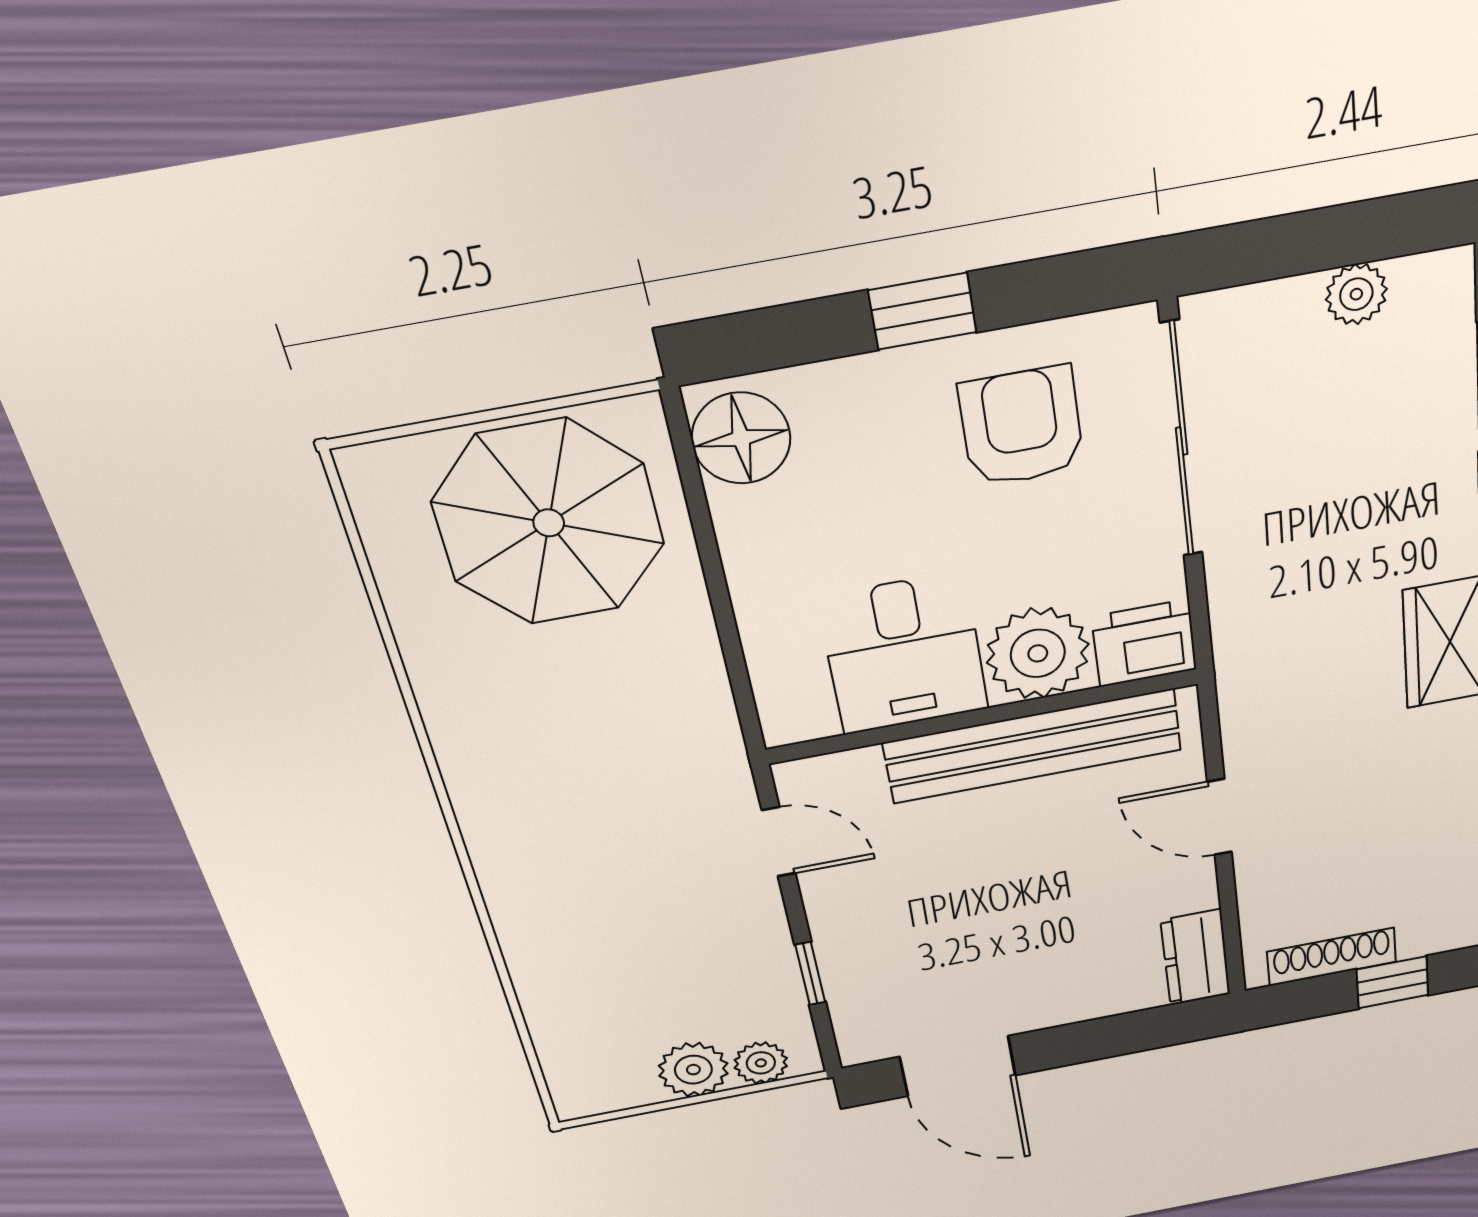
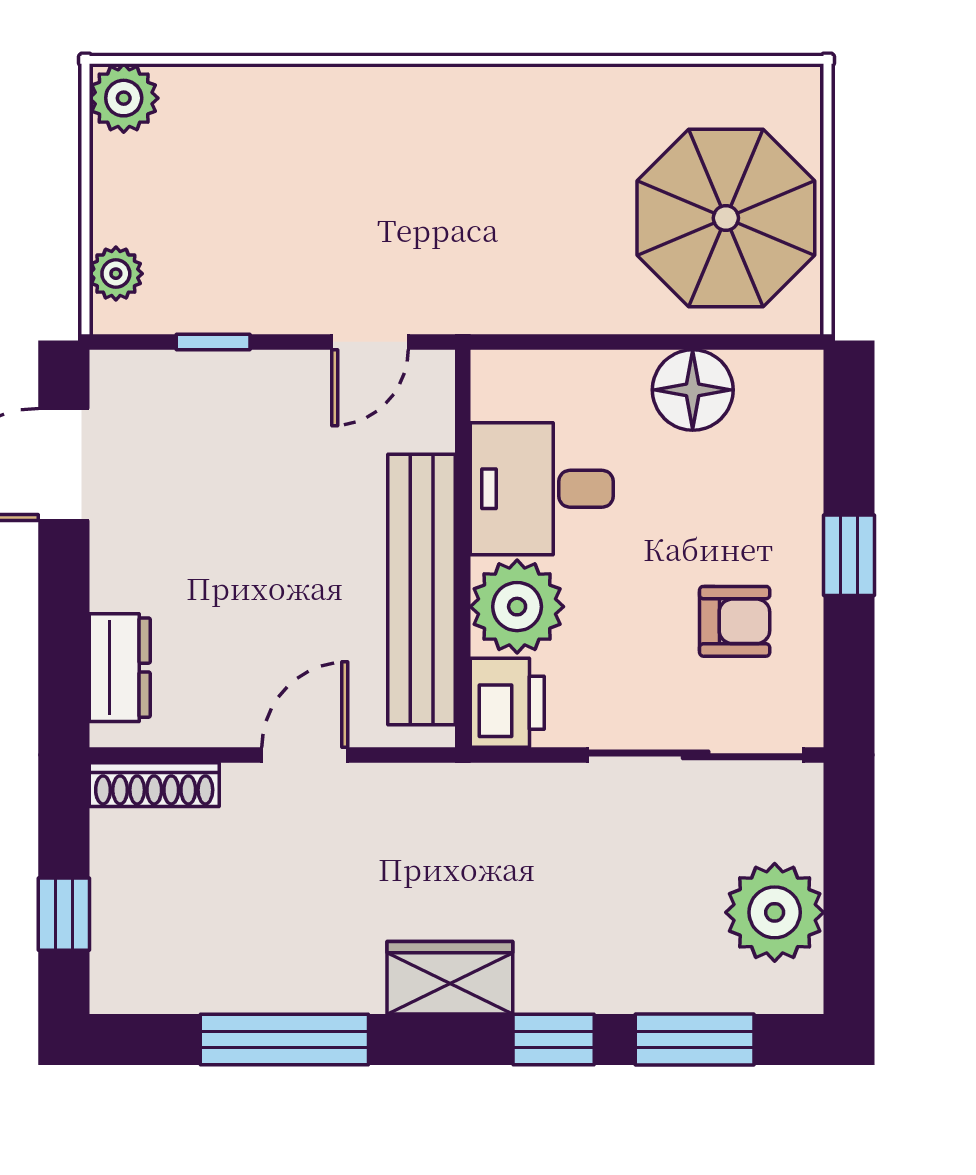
plant: (1356, 294) -> (775, 912), width x1.87, depth x1.87
armchair: (1021, 427) -> (735, 621), width x0.72, depth x0.72
floor lamp: (741, 438) -> (693, 390), moved
dresser: (1196, 957) -> (120, 668), moved, turned 90
shoe rack: (1332, 957) -> (154, 785), moved, turned 90
plant: (693, 1070) -> (124, 98), moved

